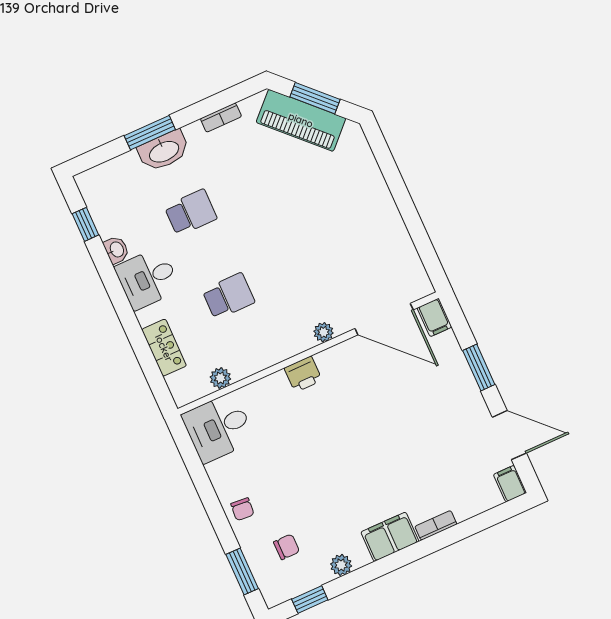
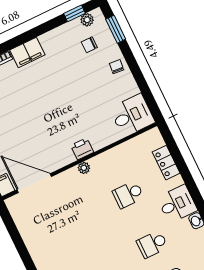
plant: (323, 332) -> (84, 168), moved
plant: (220, 378) -> (132, 145), removed
plant: (341, 565) -> (87, 20), moved

